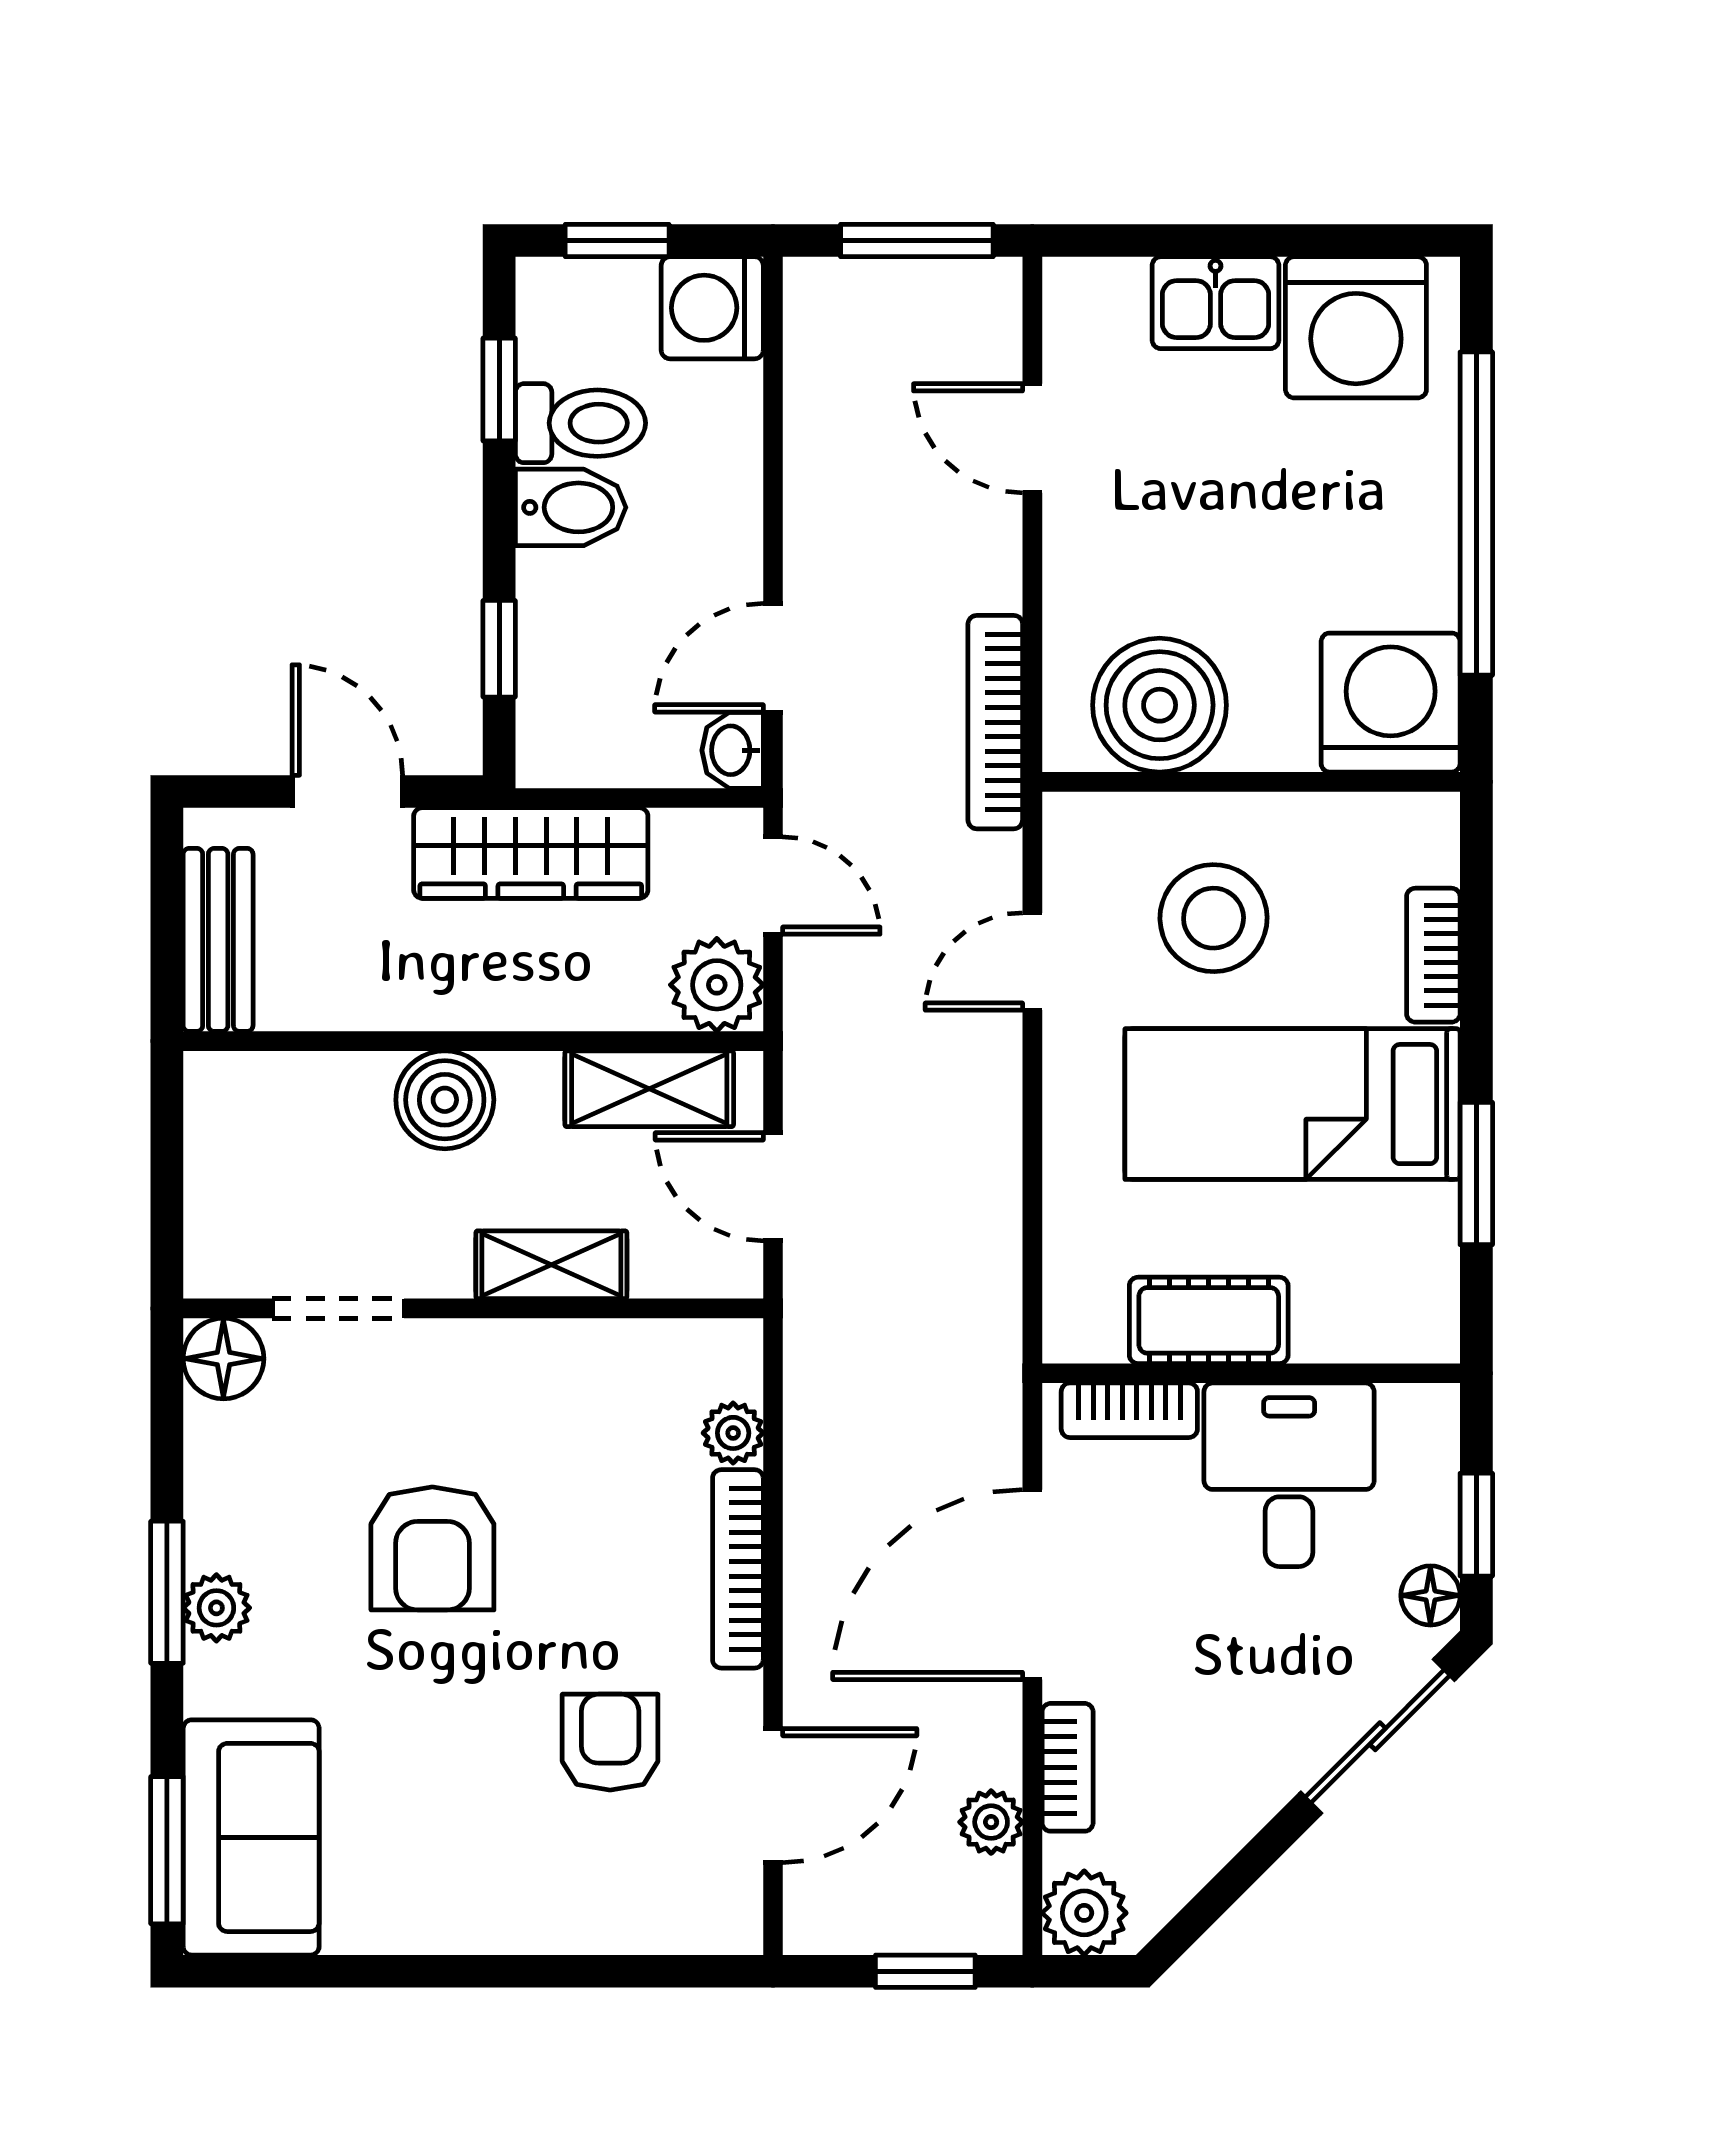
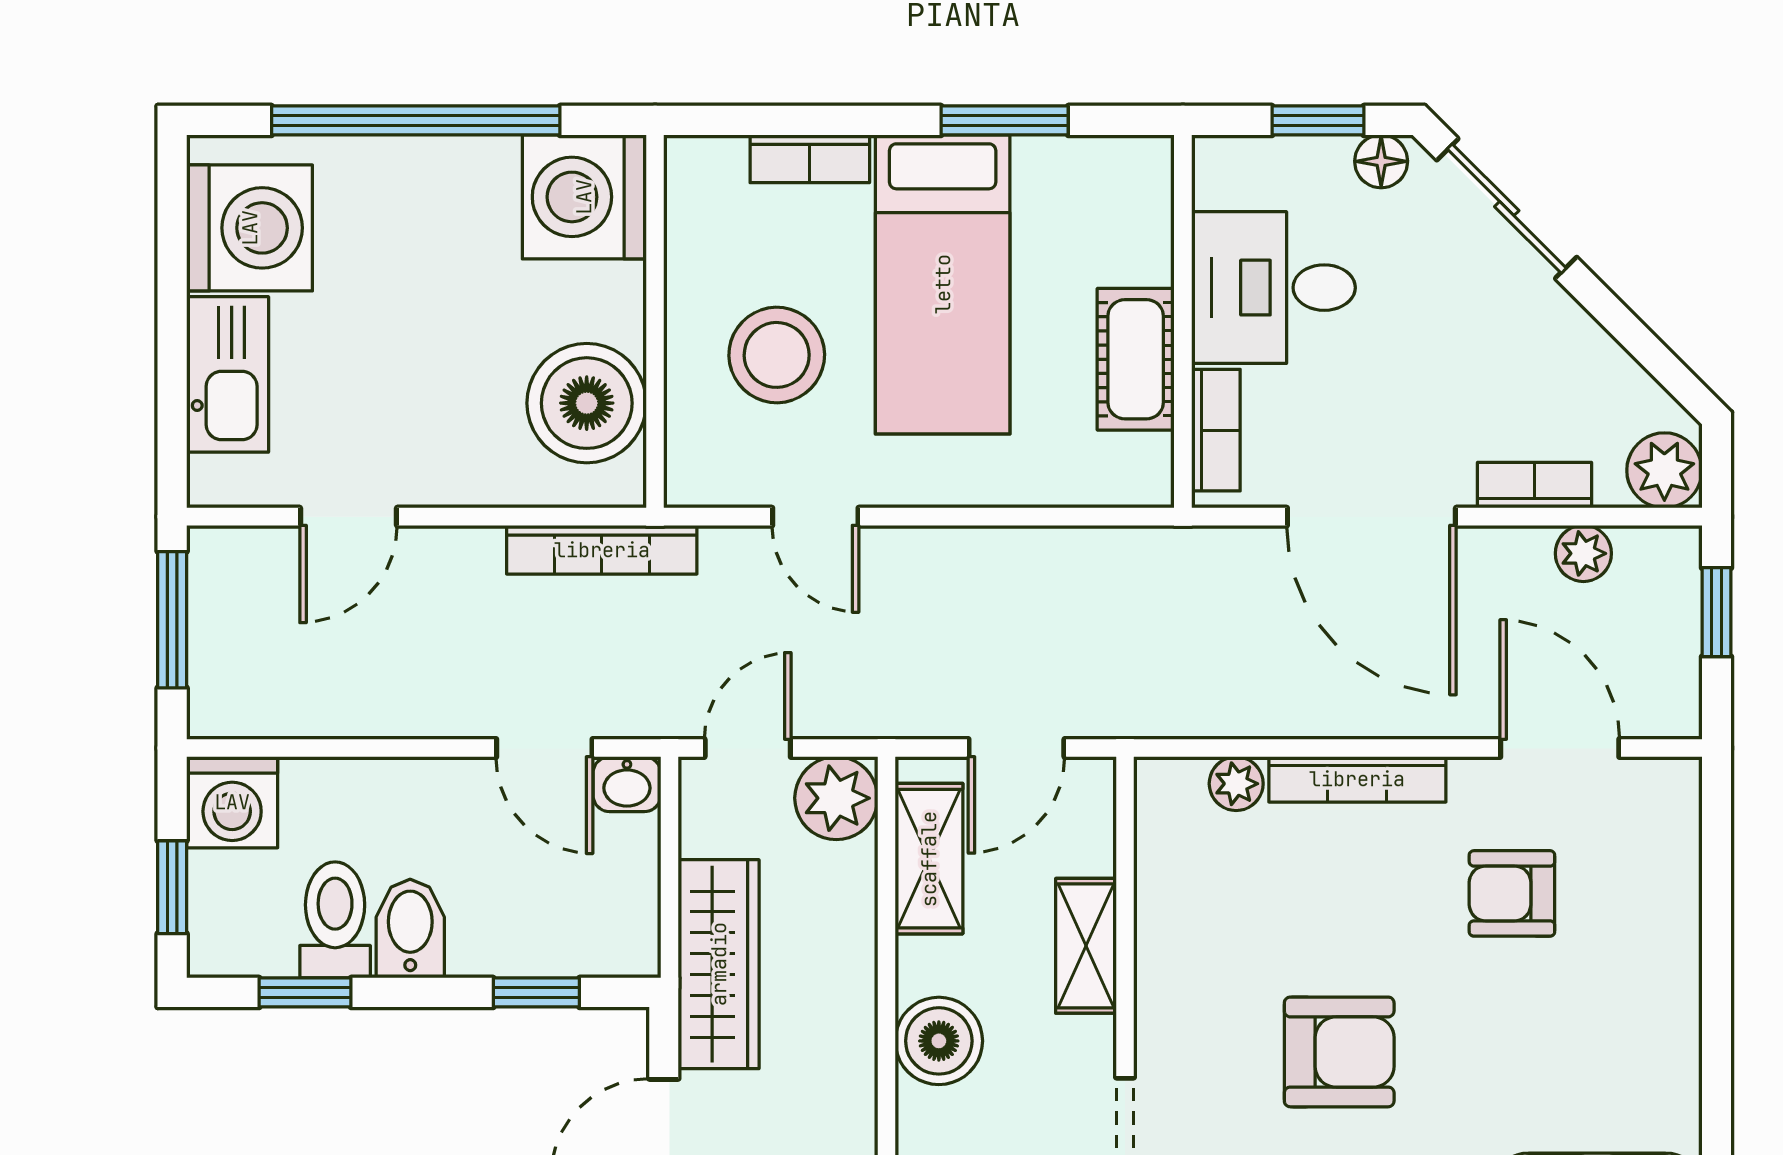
kitchen sink: (1215, 303) -> (228, 374), width x1.38

